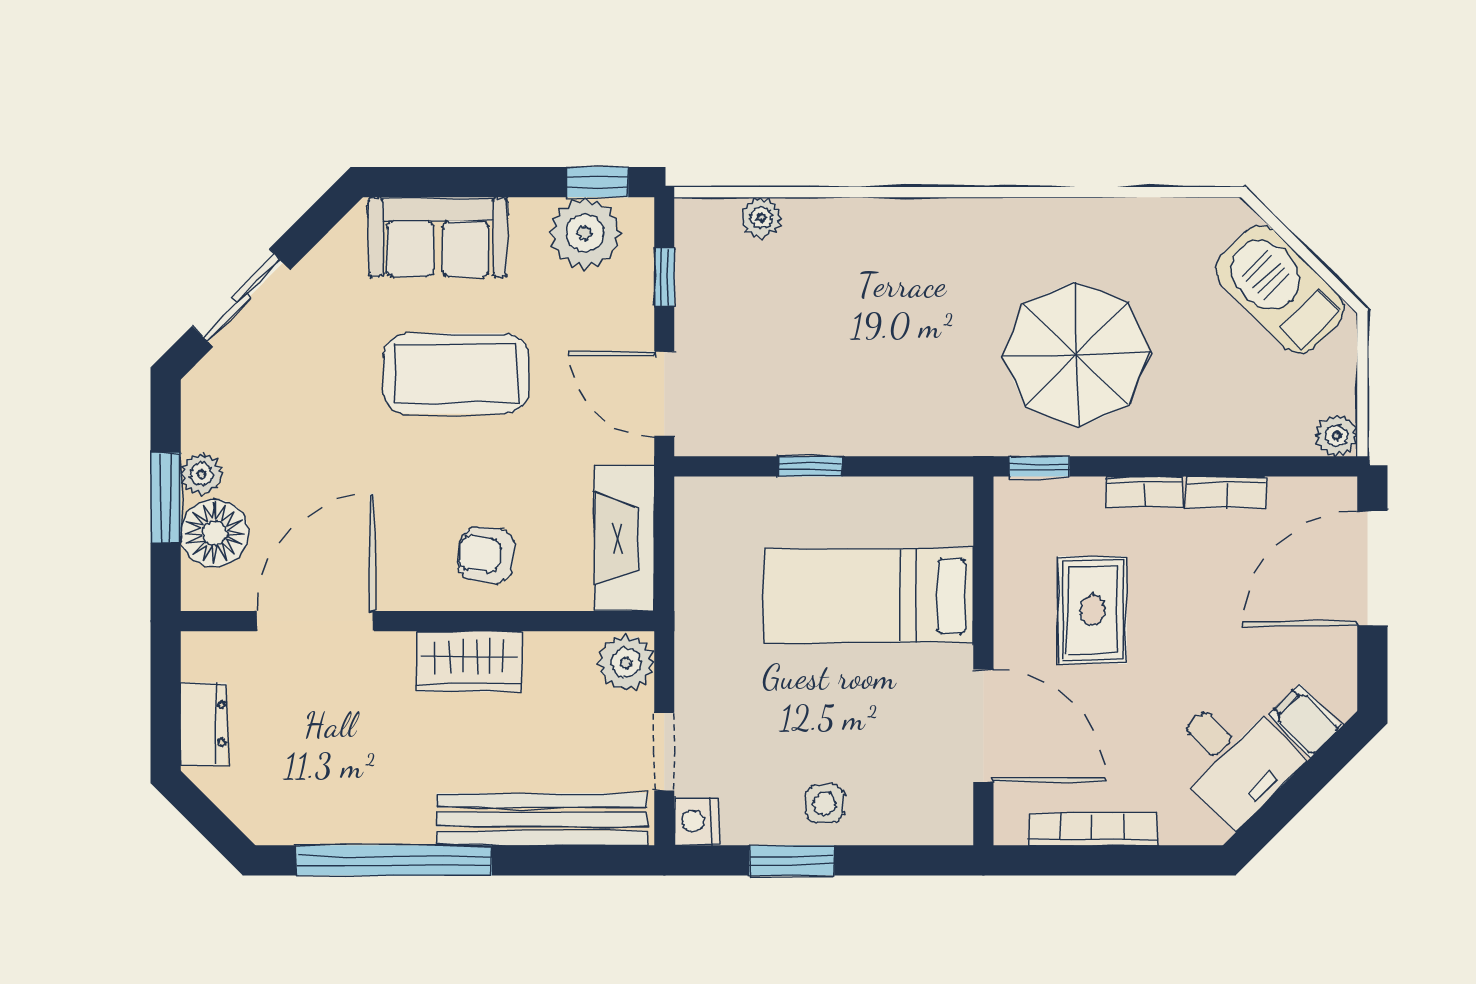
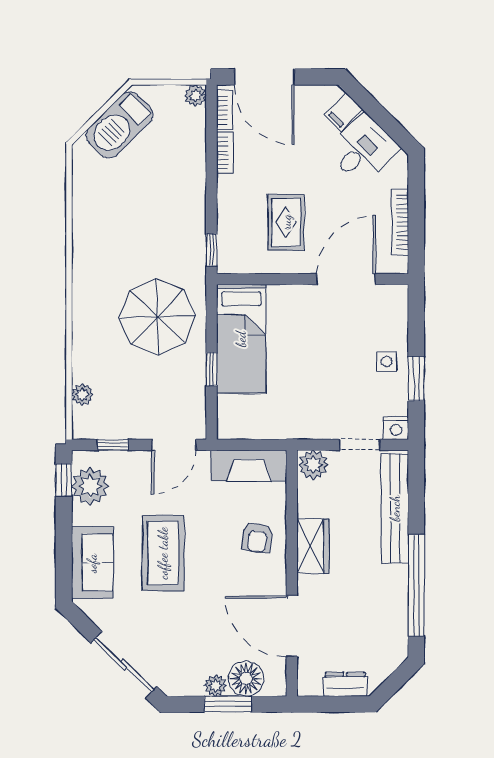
sliding door: (241, 298) -> (124, 665), width x1.37
parasol: (1076, 355) -> (157, 317), moved
bookcase: (1145, 492) -> (225, 110), moved
bed: (869, 596) -> (241, 339), moved
rug: (1093, 610) -> (286, 222), turned 90

